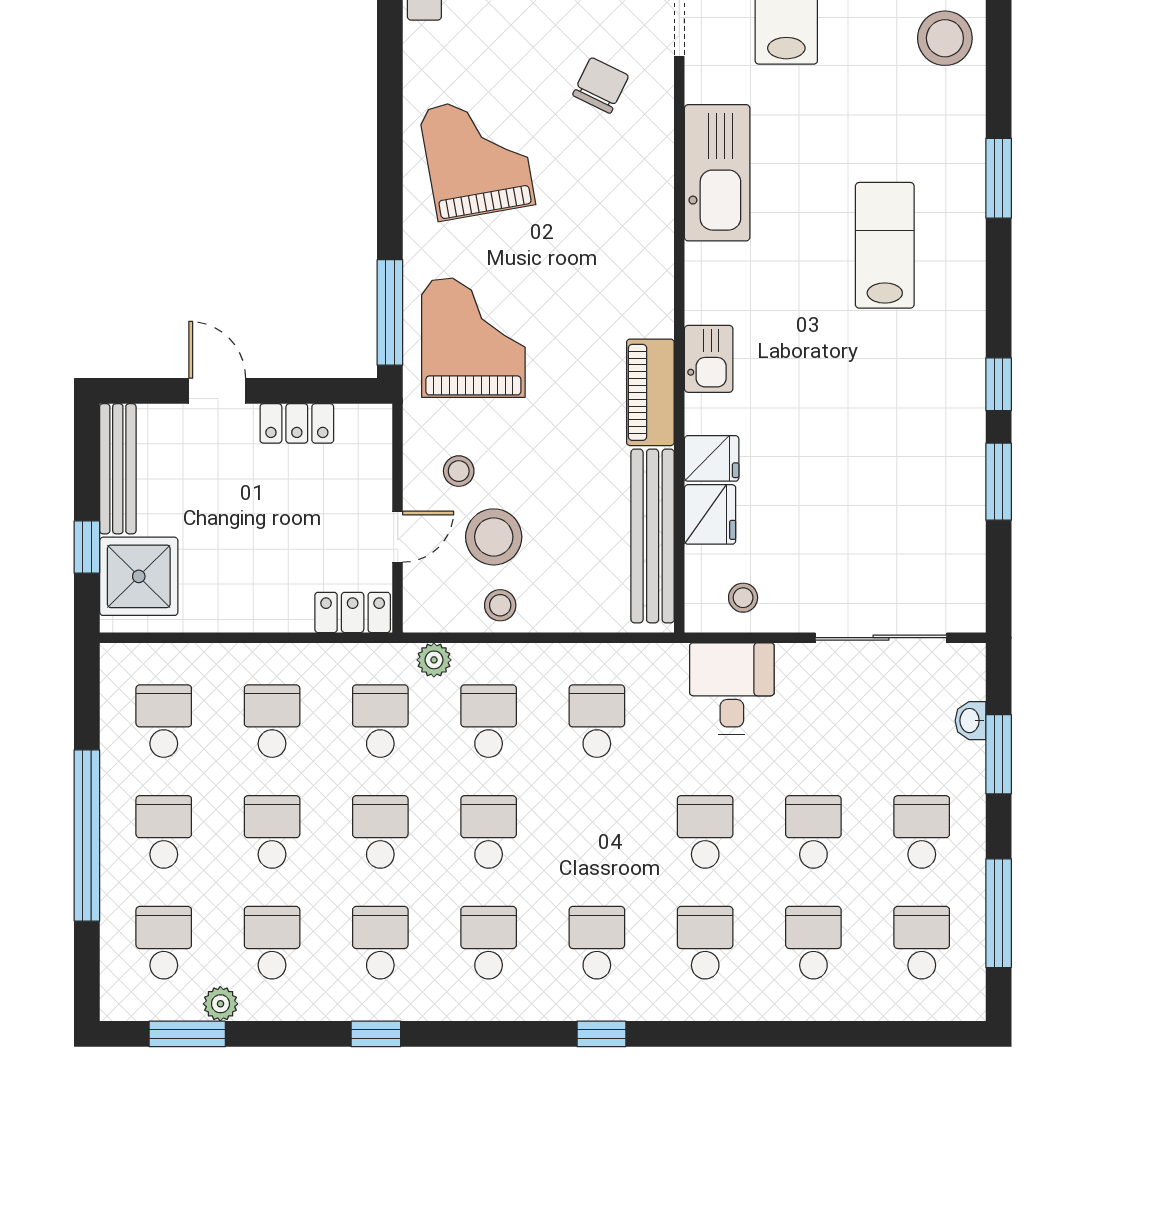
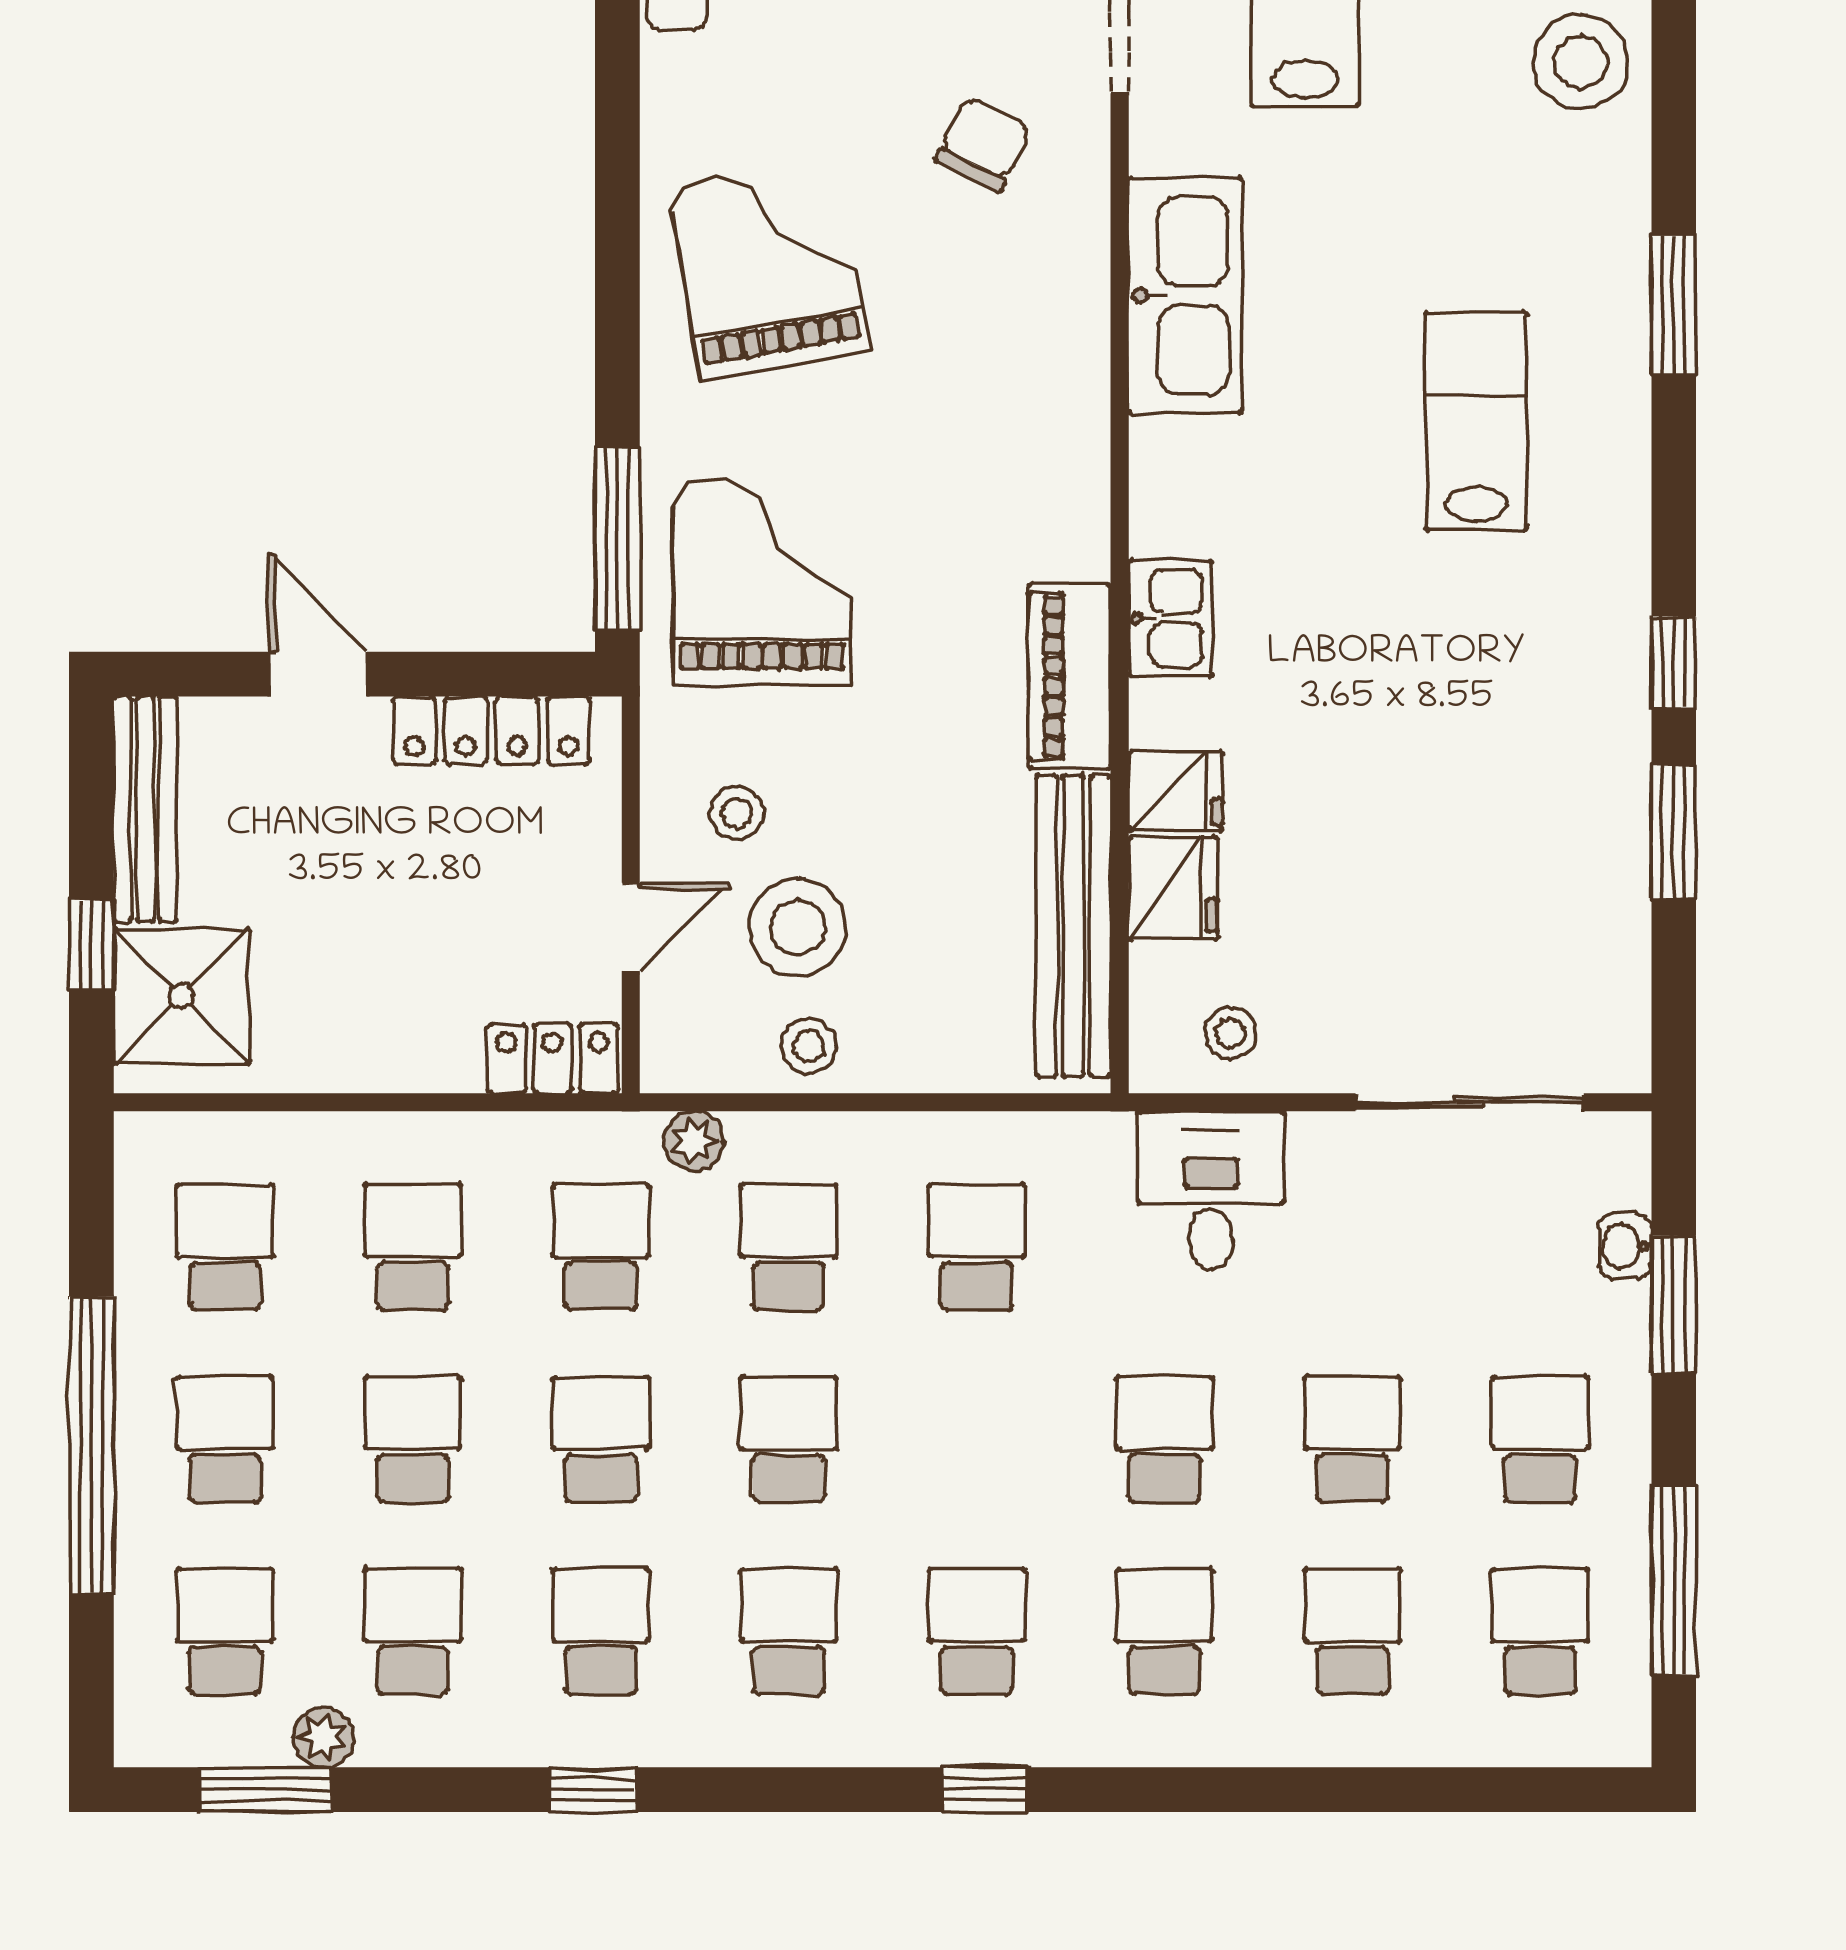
locker: (297, 423) -> (491, 730), width x1.53

